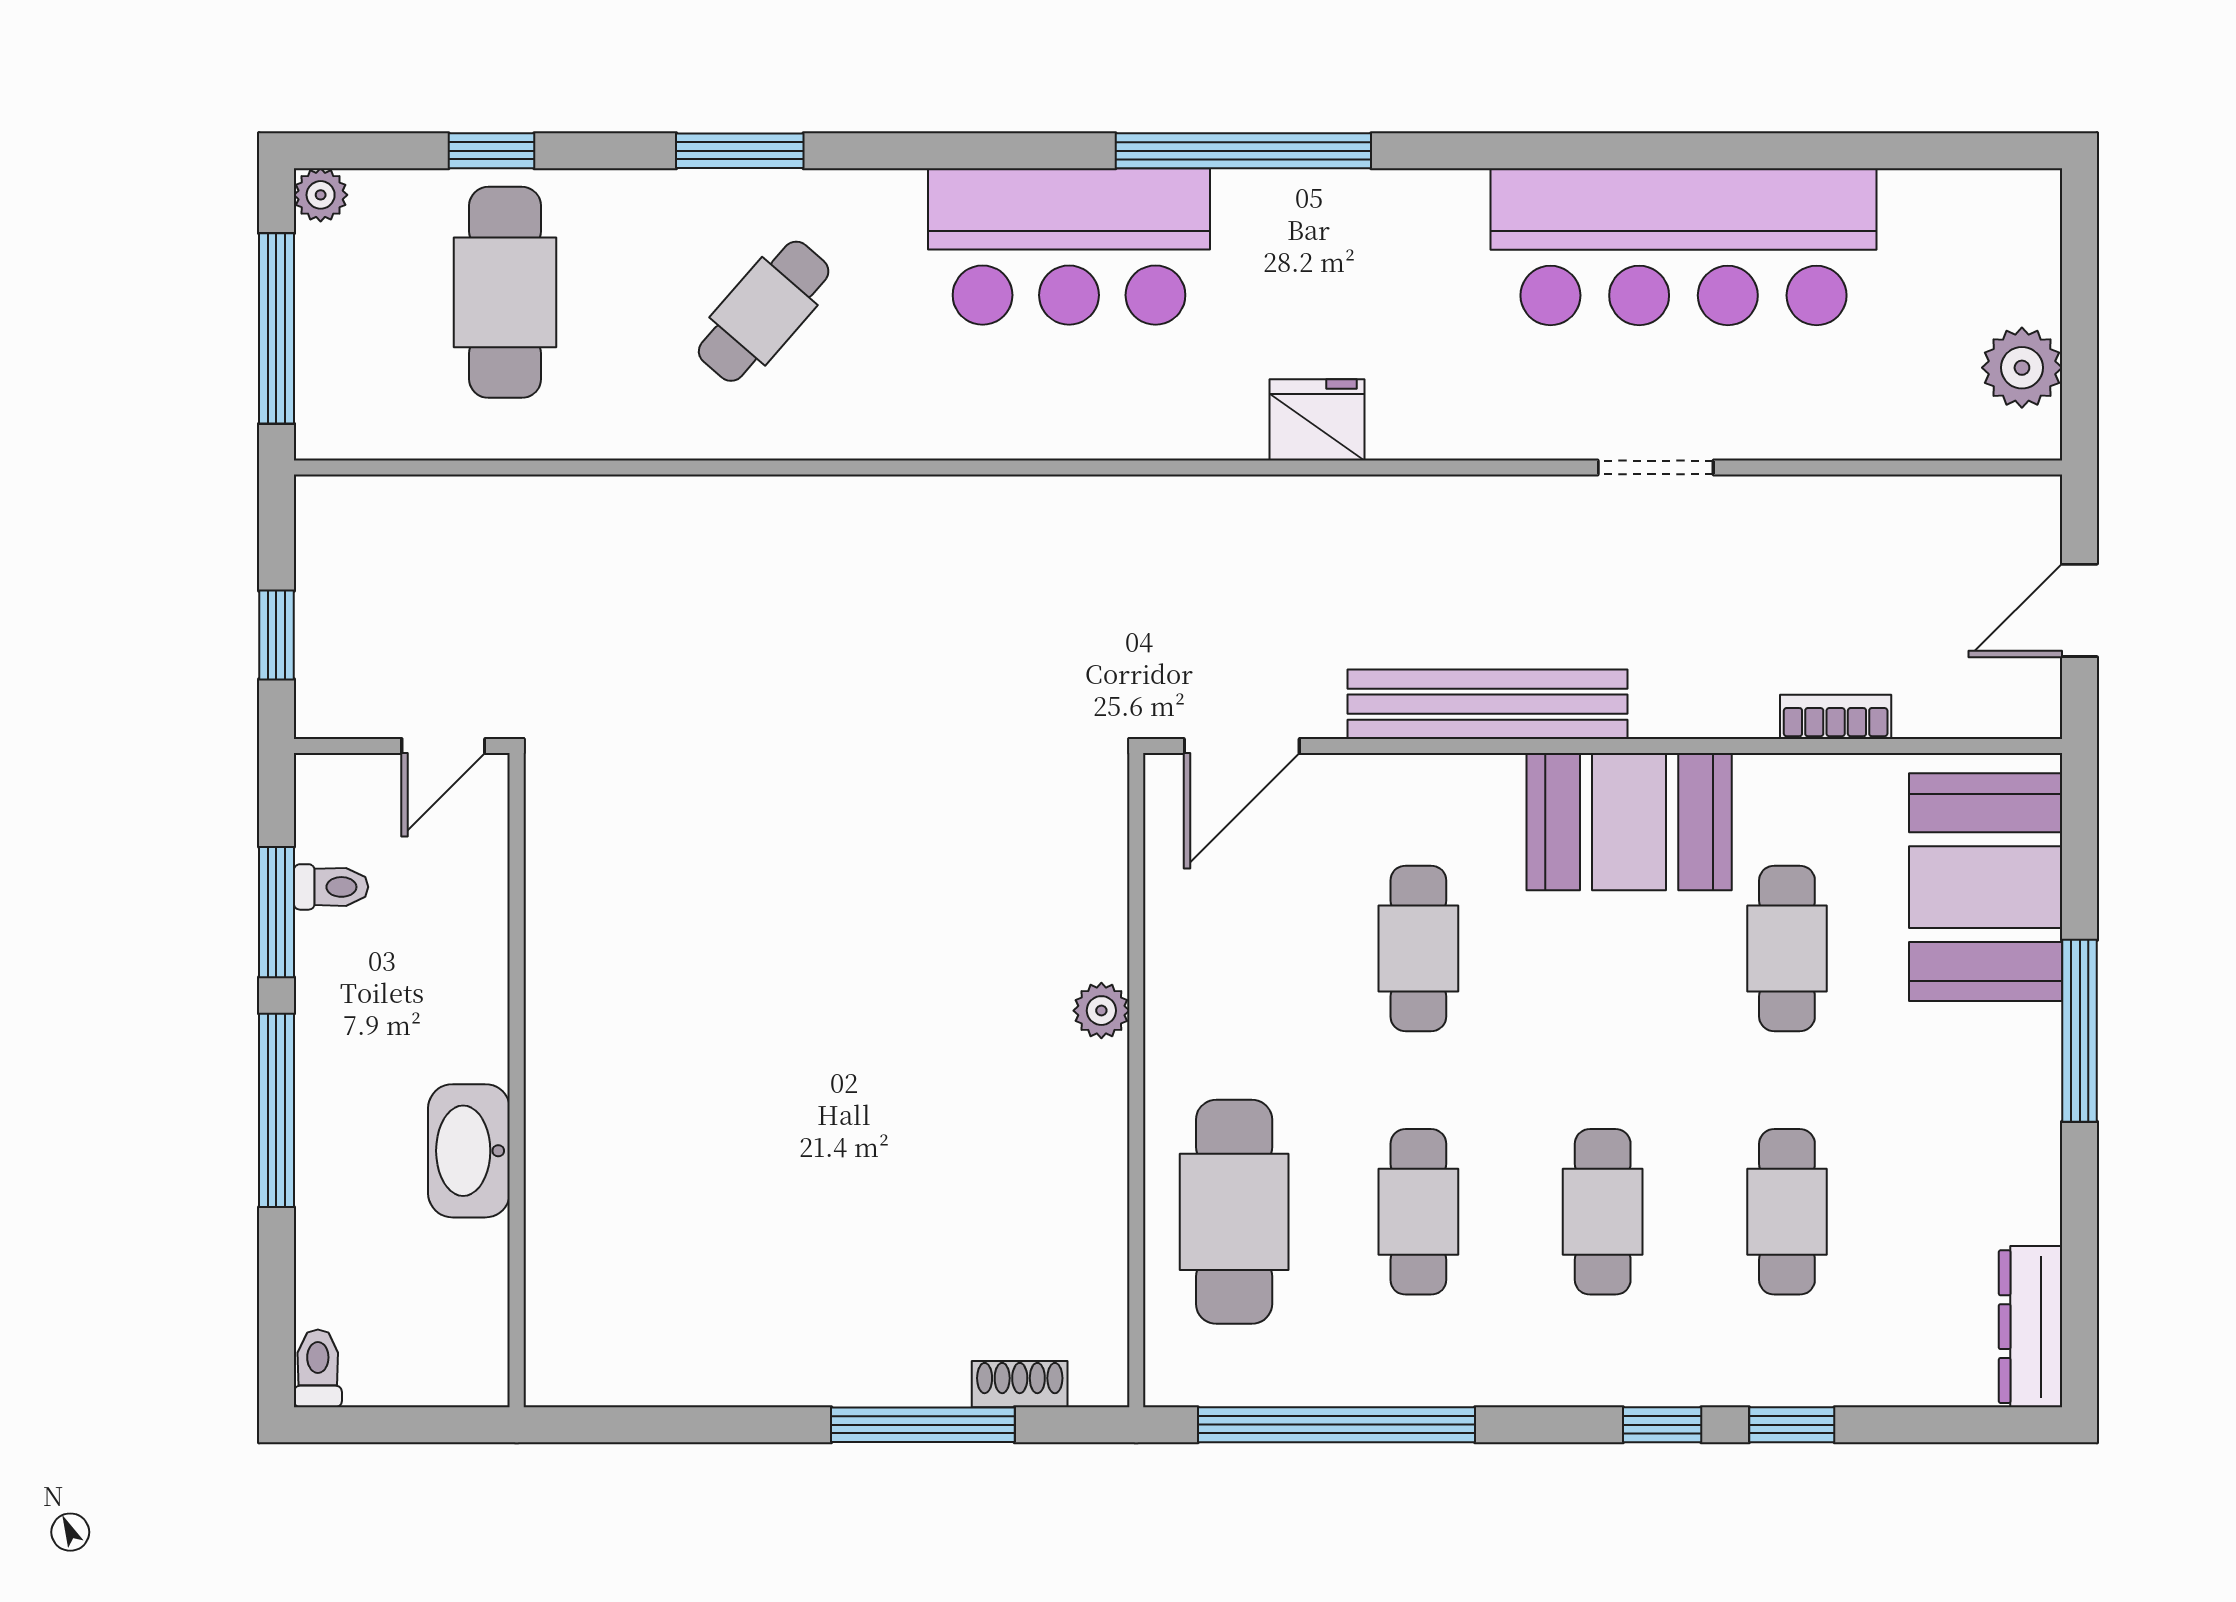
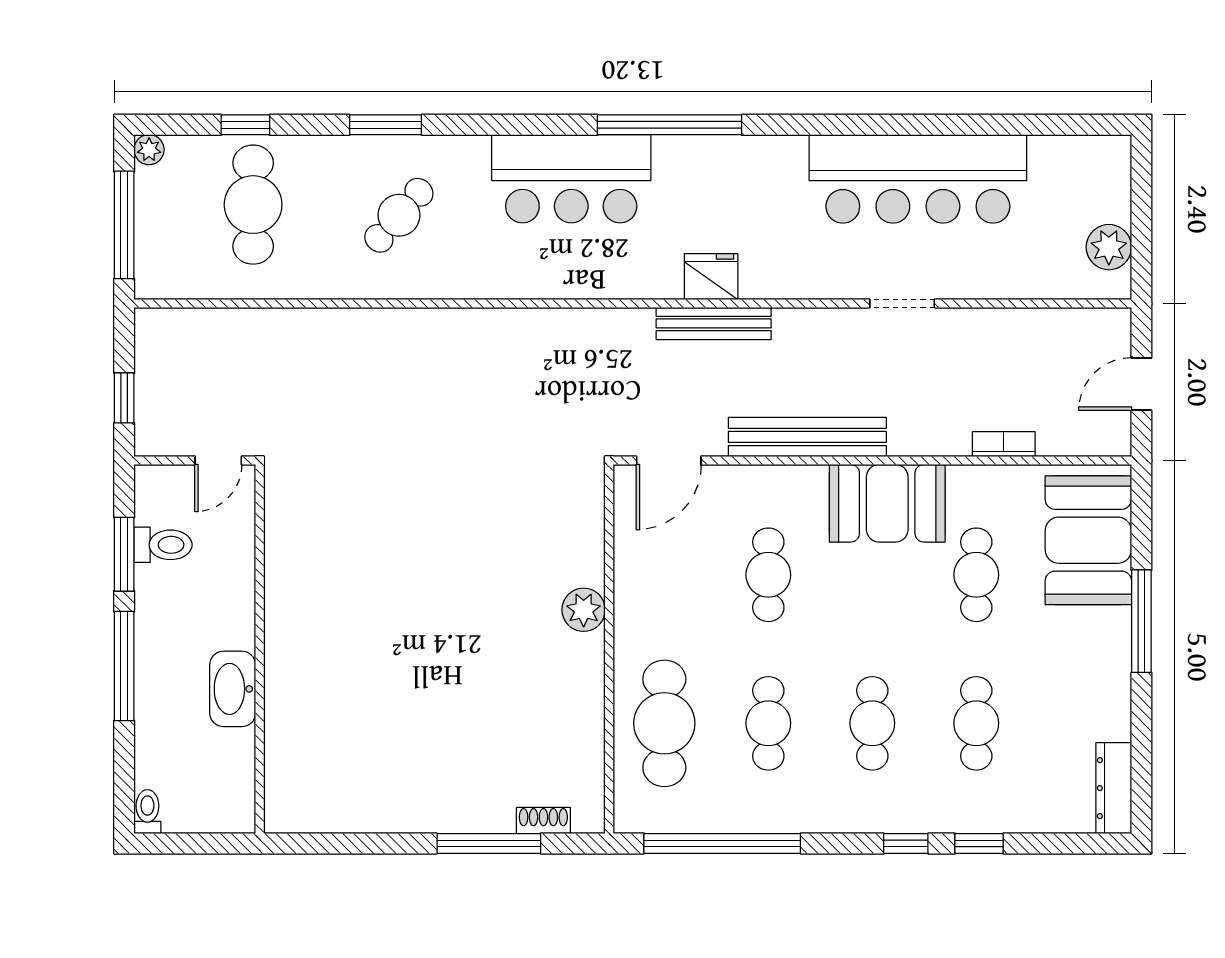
bench: (1322, 503) -> (714, 323), added
toilet: (331, 887) -> (163, 545), width x1.37, depth x1.39
plant: (1101, 1011) -> (584, 610), width x1.38, depth x1.38

